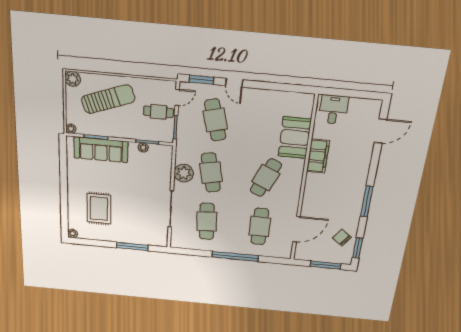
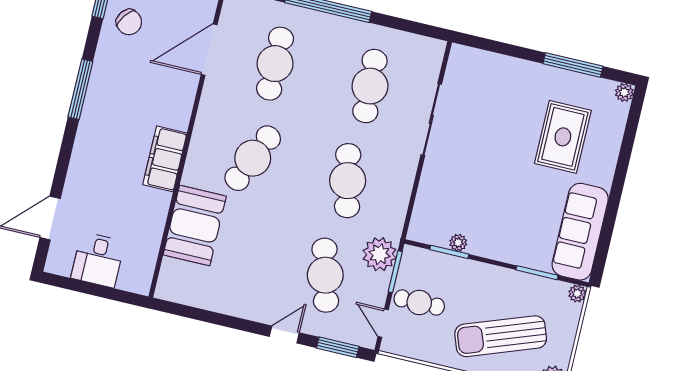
door: (234, 83) -> (284, 335), hinge flipped
door: (177, 97) -> (383, 323), hinge flipped
desk: (333, 110) -> (98, 260), moved
sofa: (101, 150) -> (580, 232), moved, turned -90
filing cabinet: (318, 156) -> (165, 159), moved
plant: (184, 173) -> (379, 254), moved
window: (132, 246) -> (573, 65), moved

